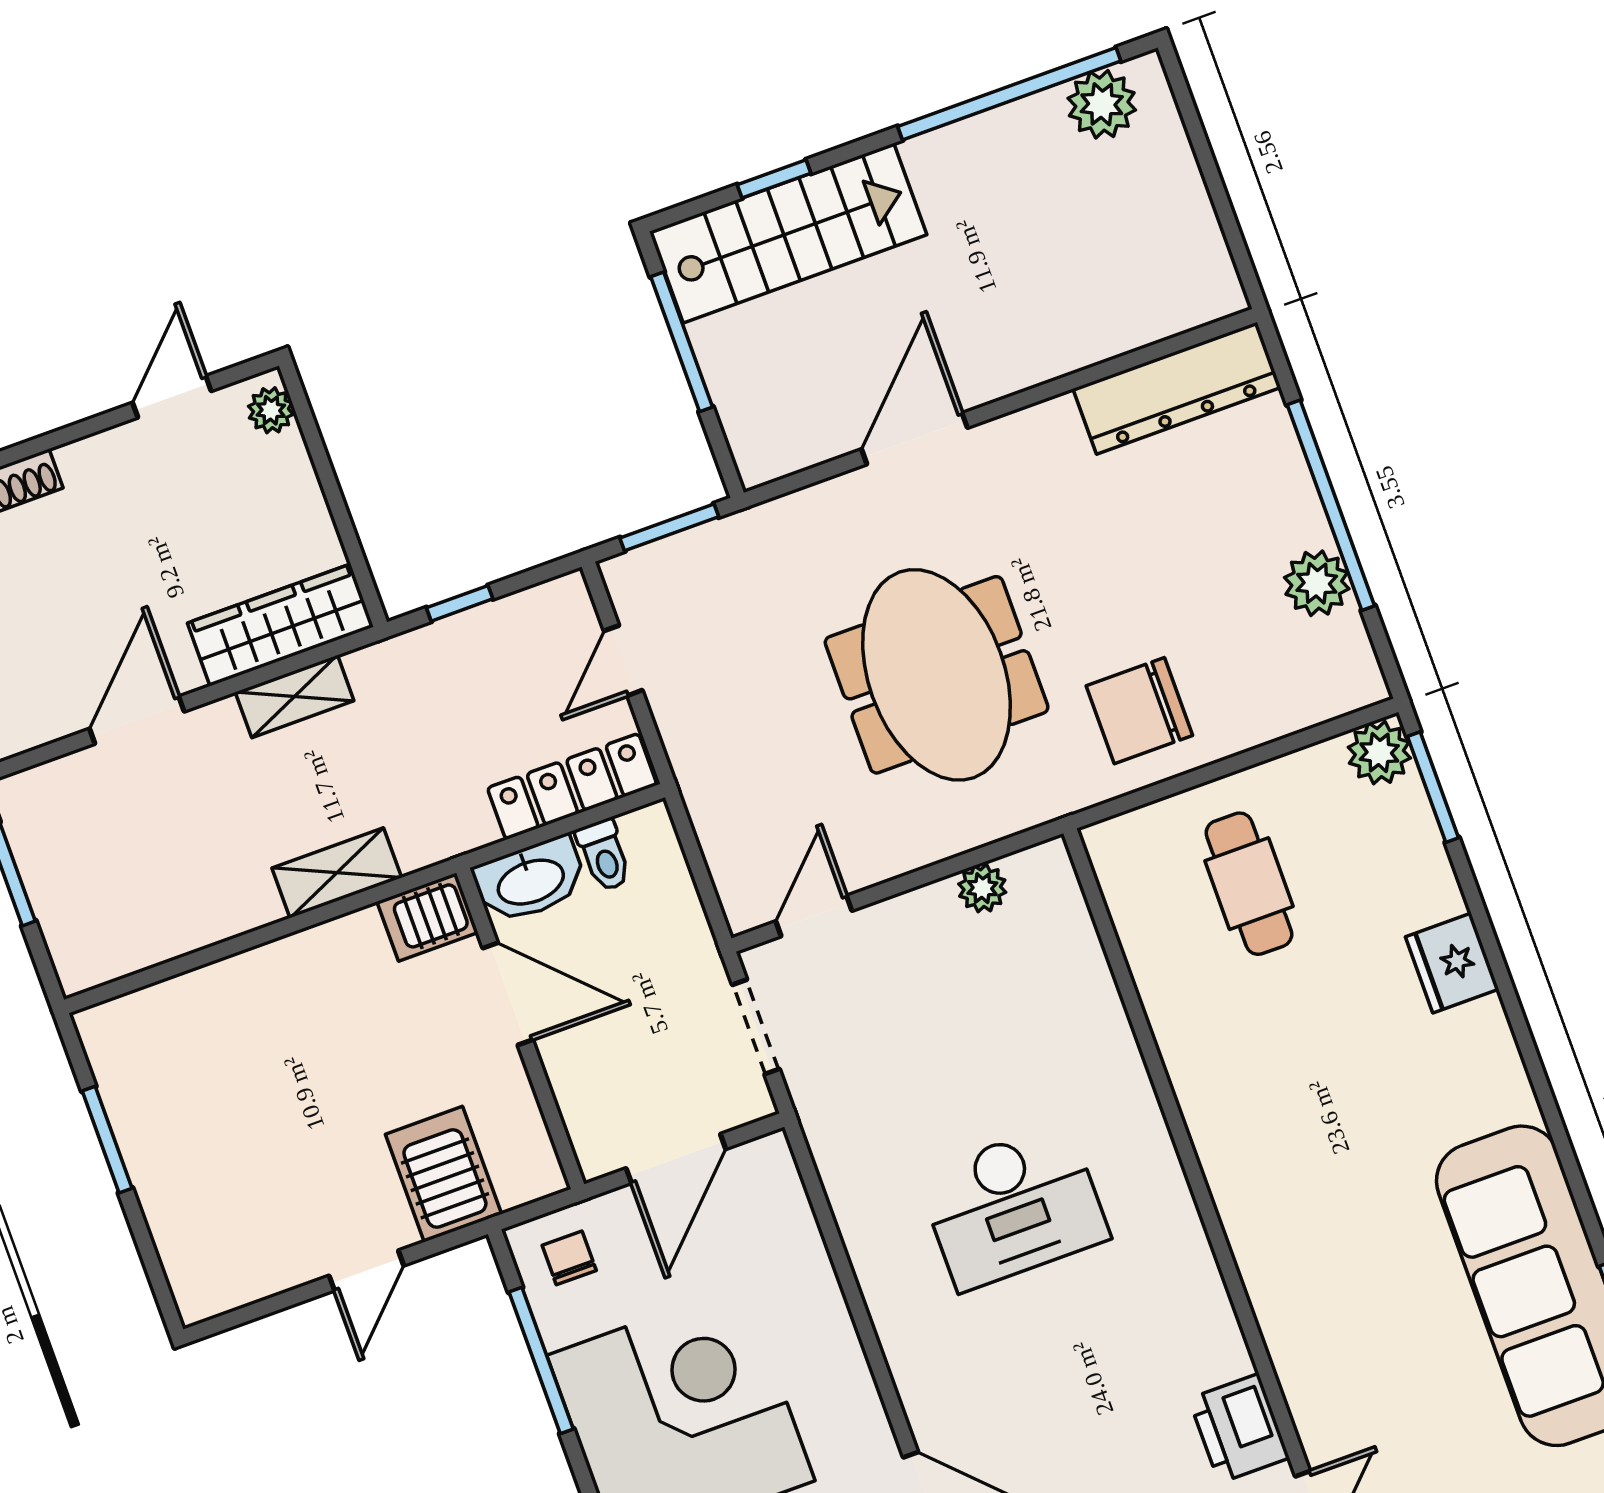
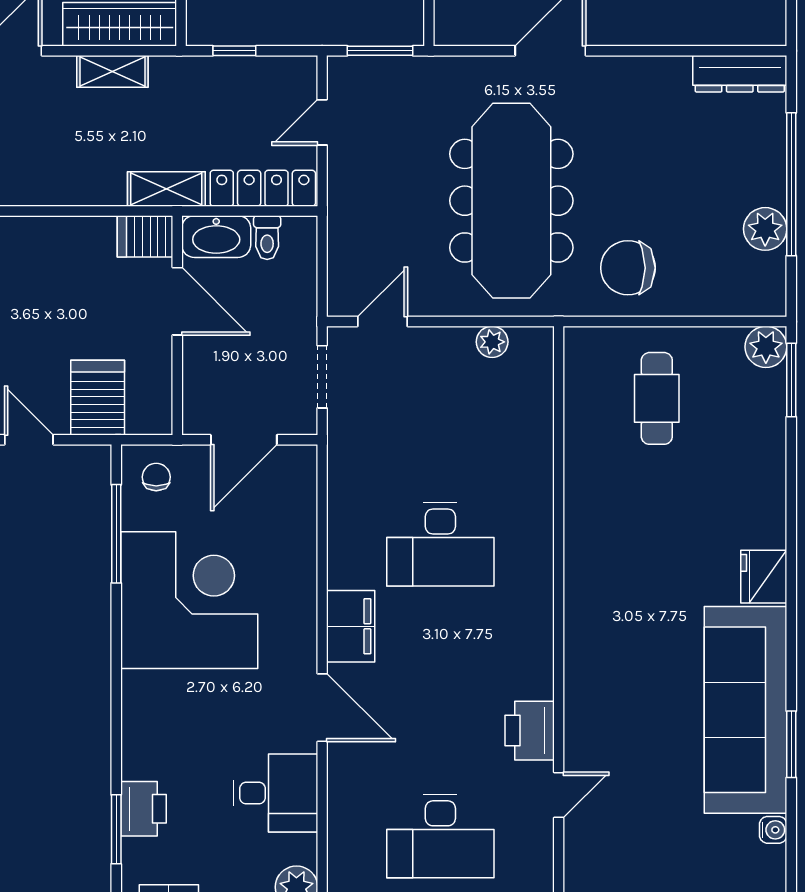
dresser: (1177, 388) -> (740, 74), width x0.73, depth x0.80
meeting table: (937, 675) -> (511, 201), width x1.36
shelving: (337, 873) -> (166, 189), moved
fridge: (1452, 963) -> (764, 577), moved
door: (366, 1271) -> (29, 440), swing flipped
filing cabinet: (927, 1371) -> (351, 626), added

